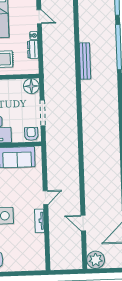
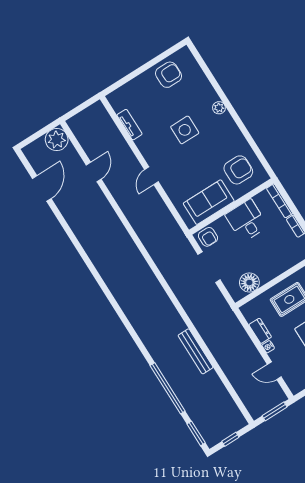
floor lamp: (31, 86) -> (249, 283), moved
tv unit: (39, 221) -> (129, 125), moved
door: (83, 223) -> (94, 172), hinge flipped

